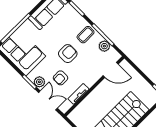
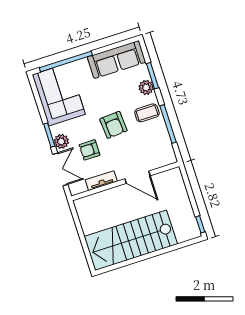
plant: (104, 46) -> (146, 87), moved
armchair: (68, 54) -> (113, 125), turned 86
door: (111, 70) -> (138, 177), moved

